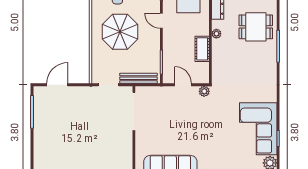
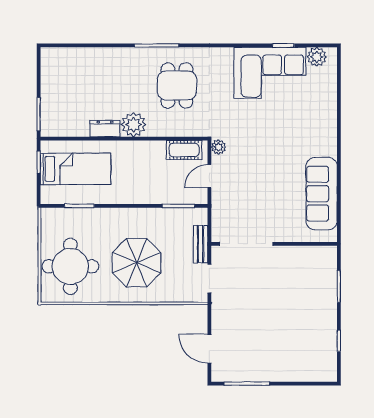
door: (161, 21) -> (121, 206), removed
dining table: (256, 27) -> (177, 85), moved
plant: (216, 34) -> (134, 125), width x1.87, depth x1.87
cot: (202, 49) -> (184, 150), moved
bench: (138, 78) -> (201, 244), width x0.73

